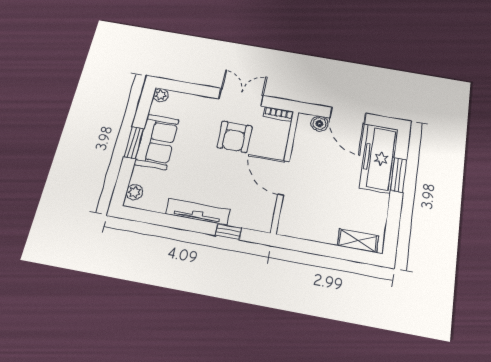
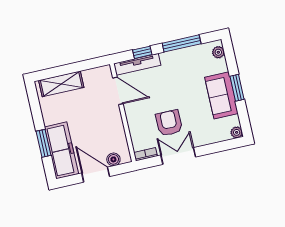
double door: (241, 97) -> (178, 156), swing flipped
door: (284, 178) -> (118, 91), moved
tv unit: (198, 212) -> (137, 64), moved
window: (174, 222) -> (182, 43), added
shelving: (358, 241) -> (61, 84), width x1.50, depth x1.33

